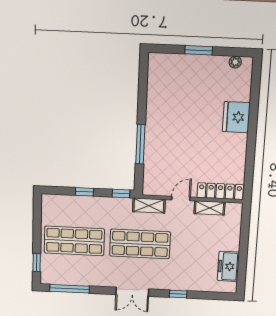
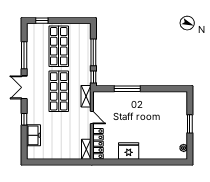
fridge: (236, 117) -> (129, 151), moved
window: (84, 192) -> (93, 52), width x2.17
shelving: (209, 208) -> (86, 149), moved
freezer: (228, 266) -> (34, 135), moved, turned 90
window: (70, 289) -> (24, 55), moved

